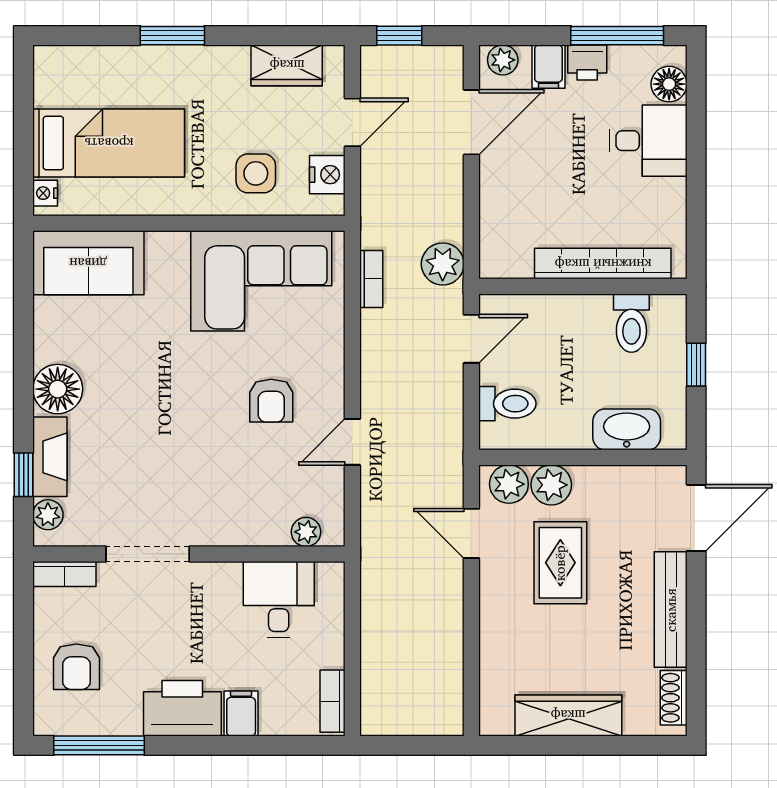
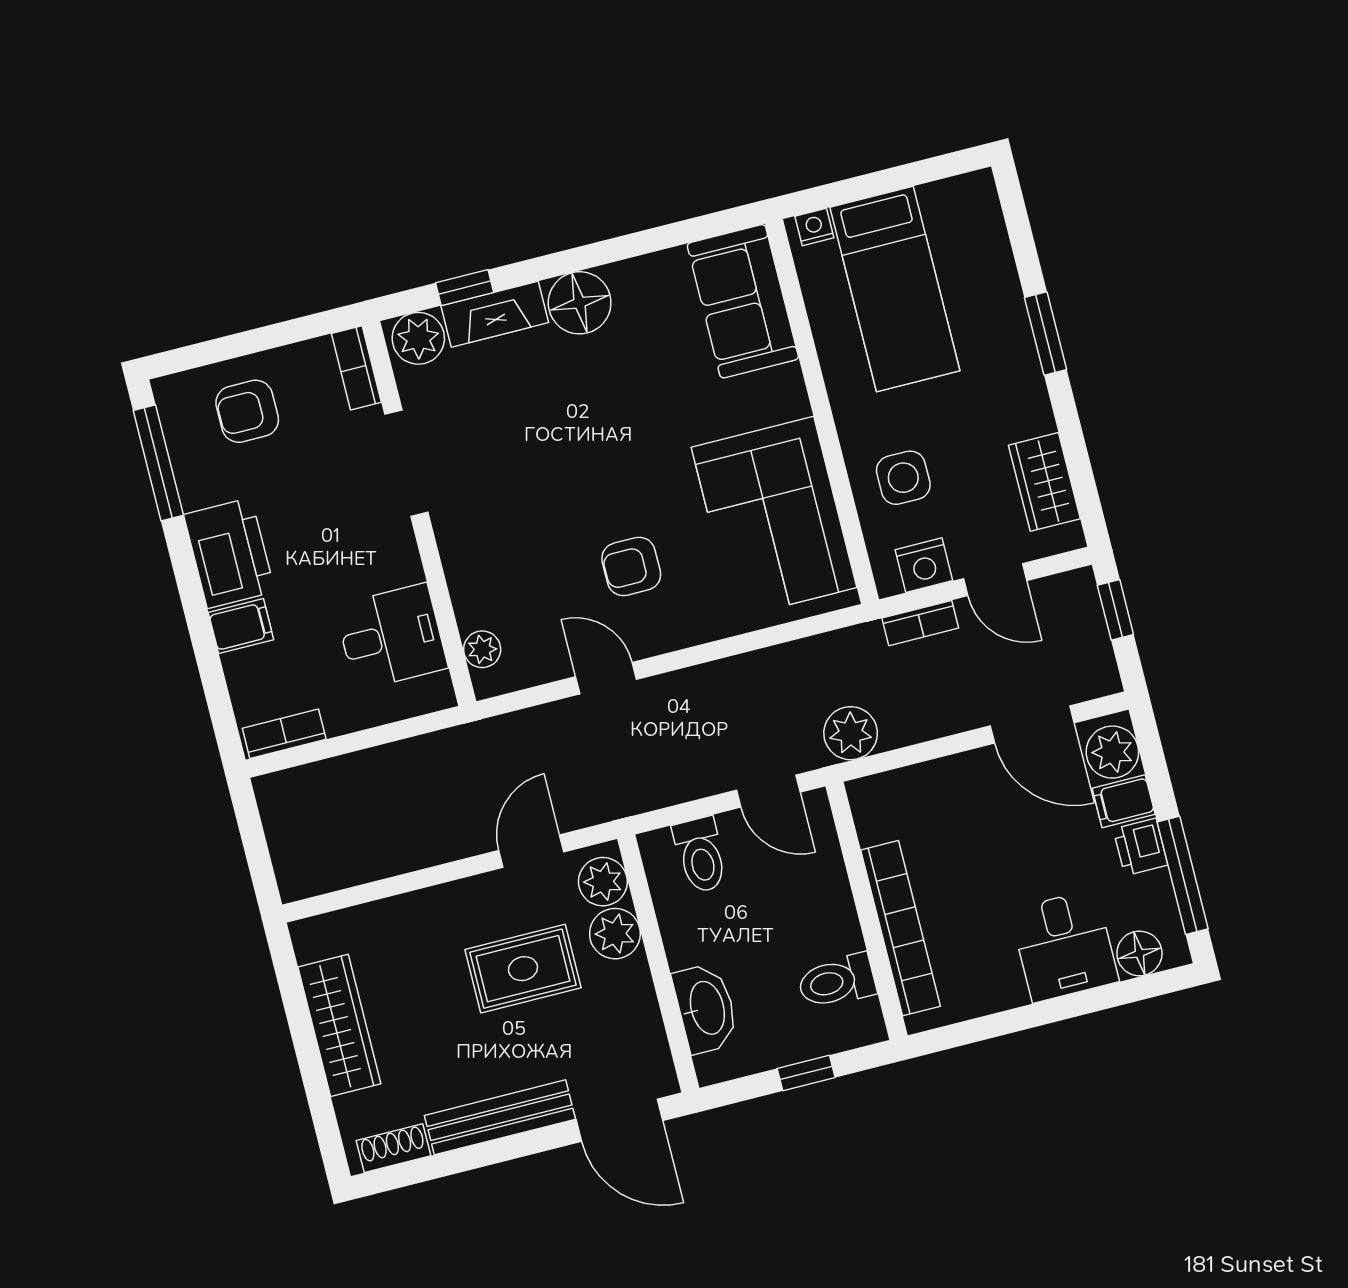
plant: (503, 60) -> (1112, 752), width x1.38, depth x1.38
bookcase: (371, 279) -> (920, 623), moved
plant: (48, 515) -> (418, 338), width x1.38, depth x1.38

